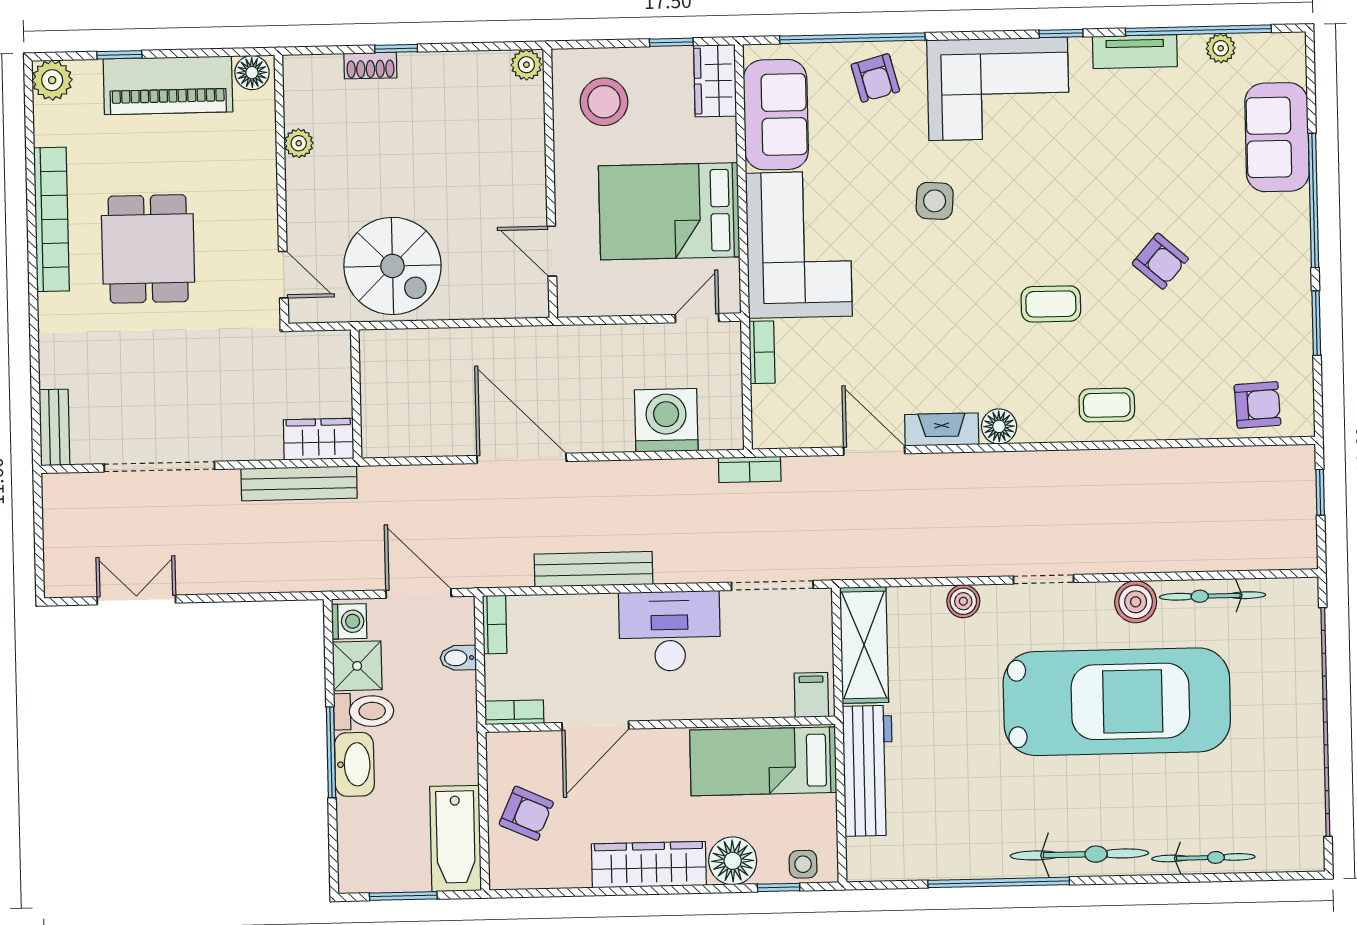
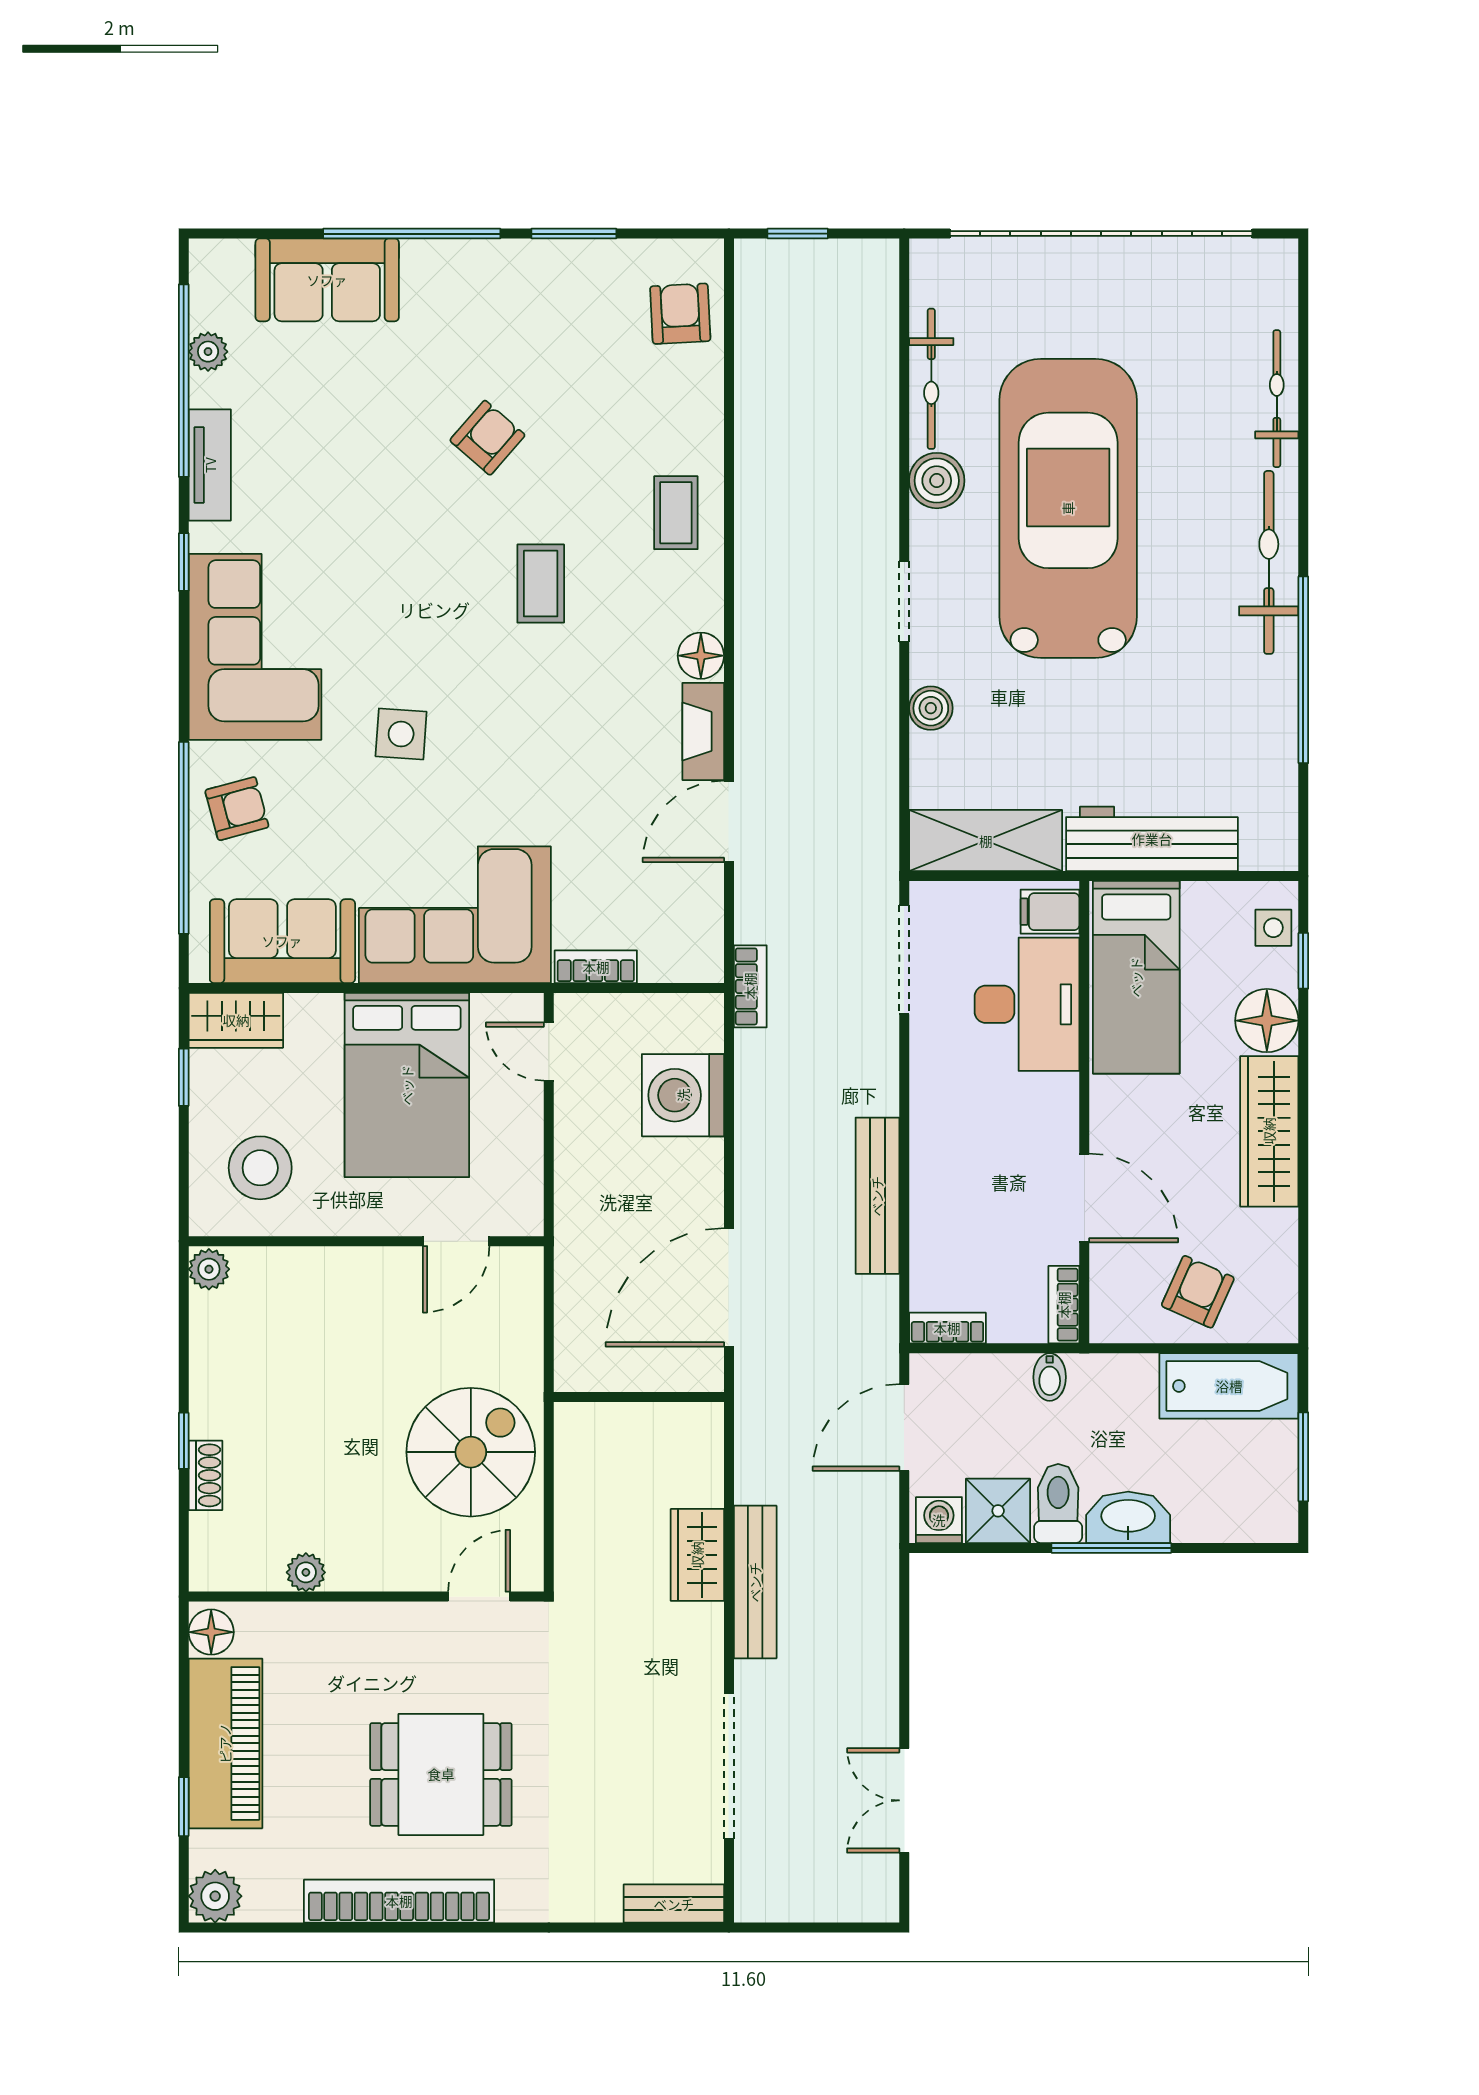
wall: (356, 394) -> (639, 1397), moved
desk: (670, 631) -> (1027, 1004), moved, turned 180
bidet: (458, 658) -> (1050, 1377), moved

